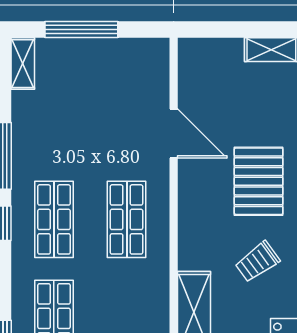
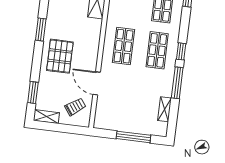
shelving: (23, 64) -> (165, 109), moved
trolley: (257, 262) -> (75, 107), moved

